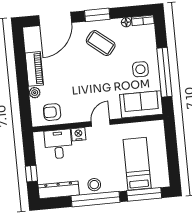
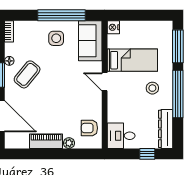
floor lamp: (126, 22) -> (9, 61), moved
armchair: (52, 112) -> (89, 128), turned 90
nightstand: (78, 134) -> (113, 27), moved
desk: (58, 144) -> (121, 136), moved
bed: (137, 164) -> (132, 60), moved, turned 180
stool: (94, 185) -> (152, 88), moved

